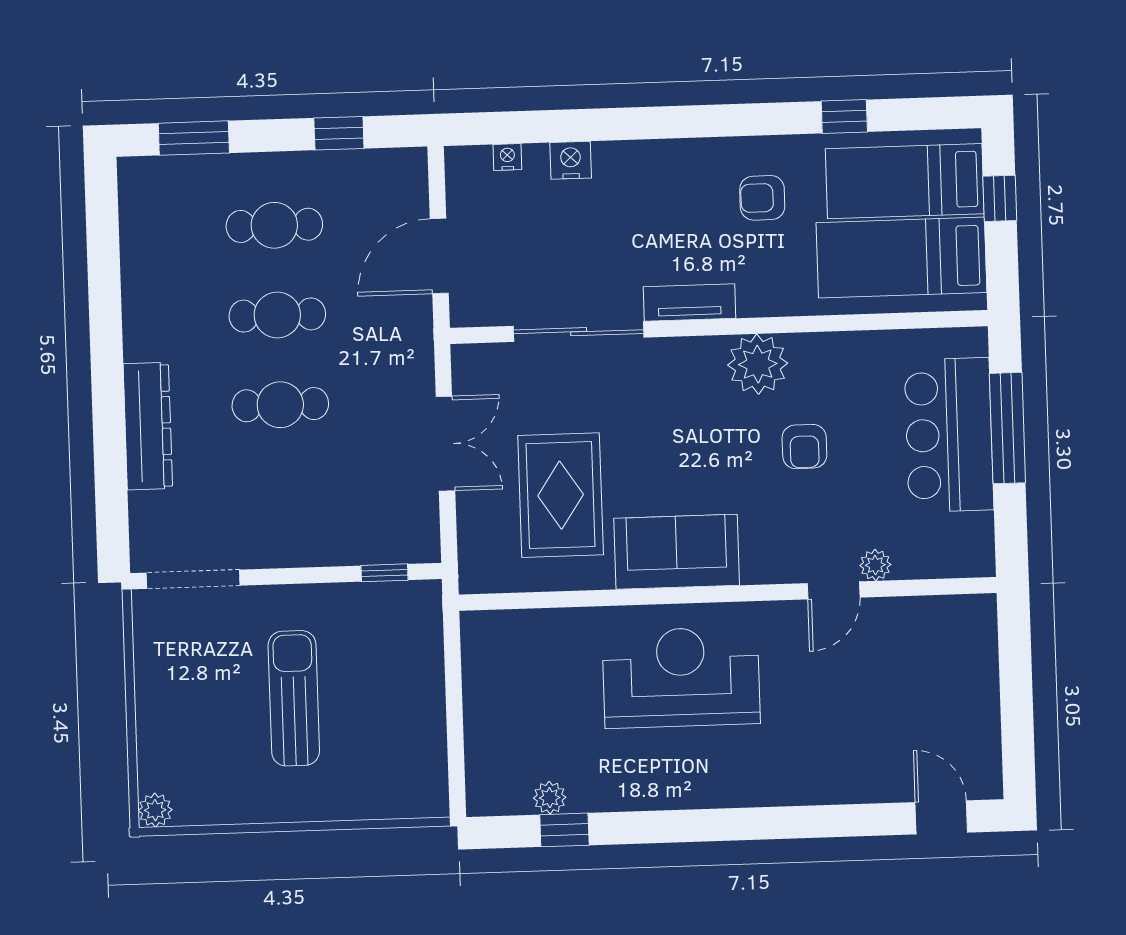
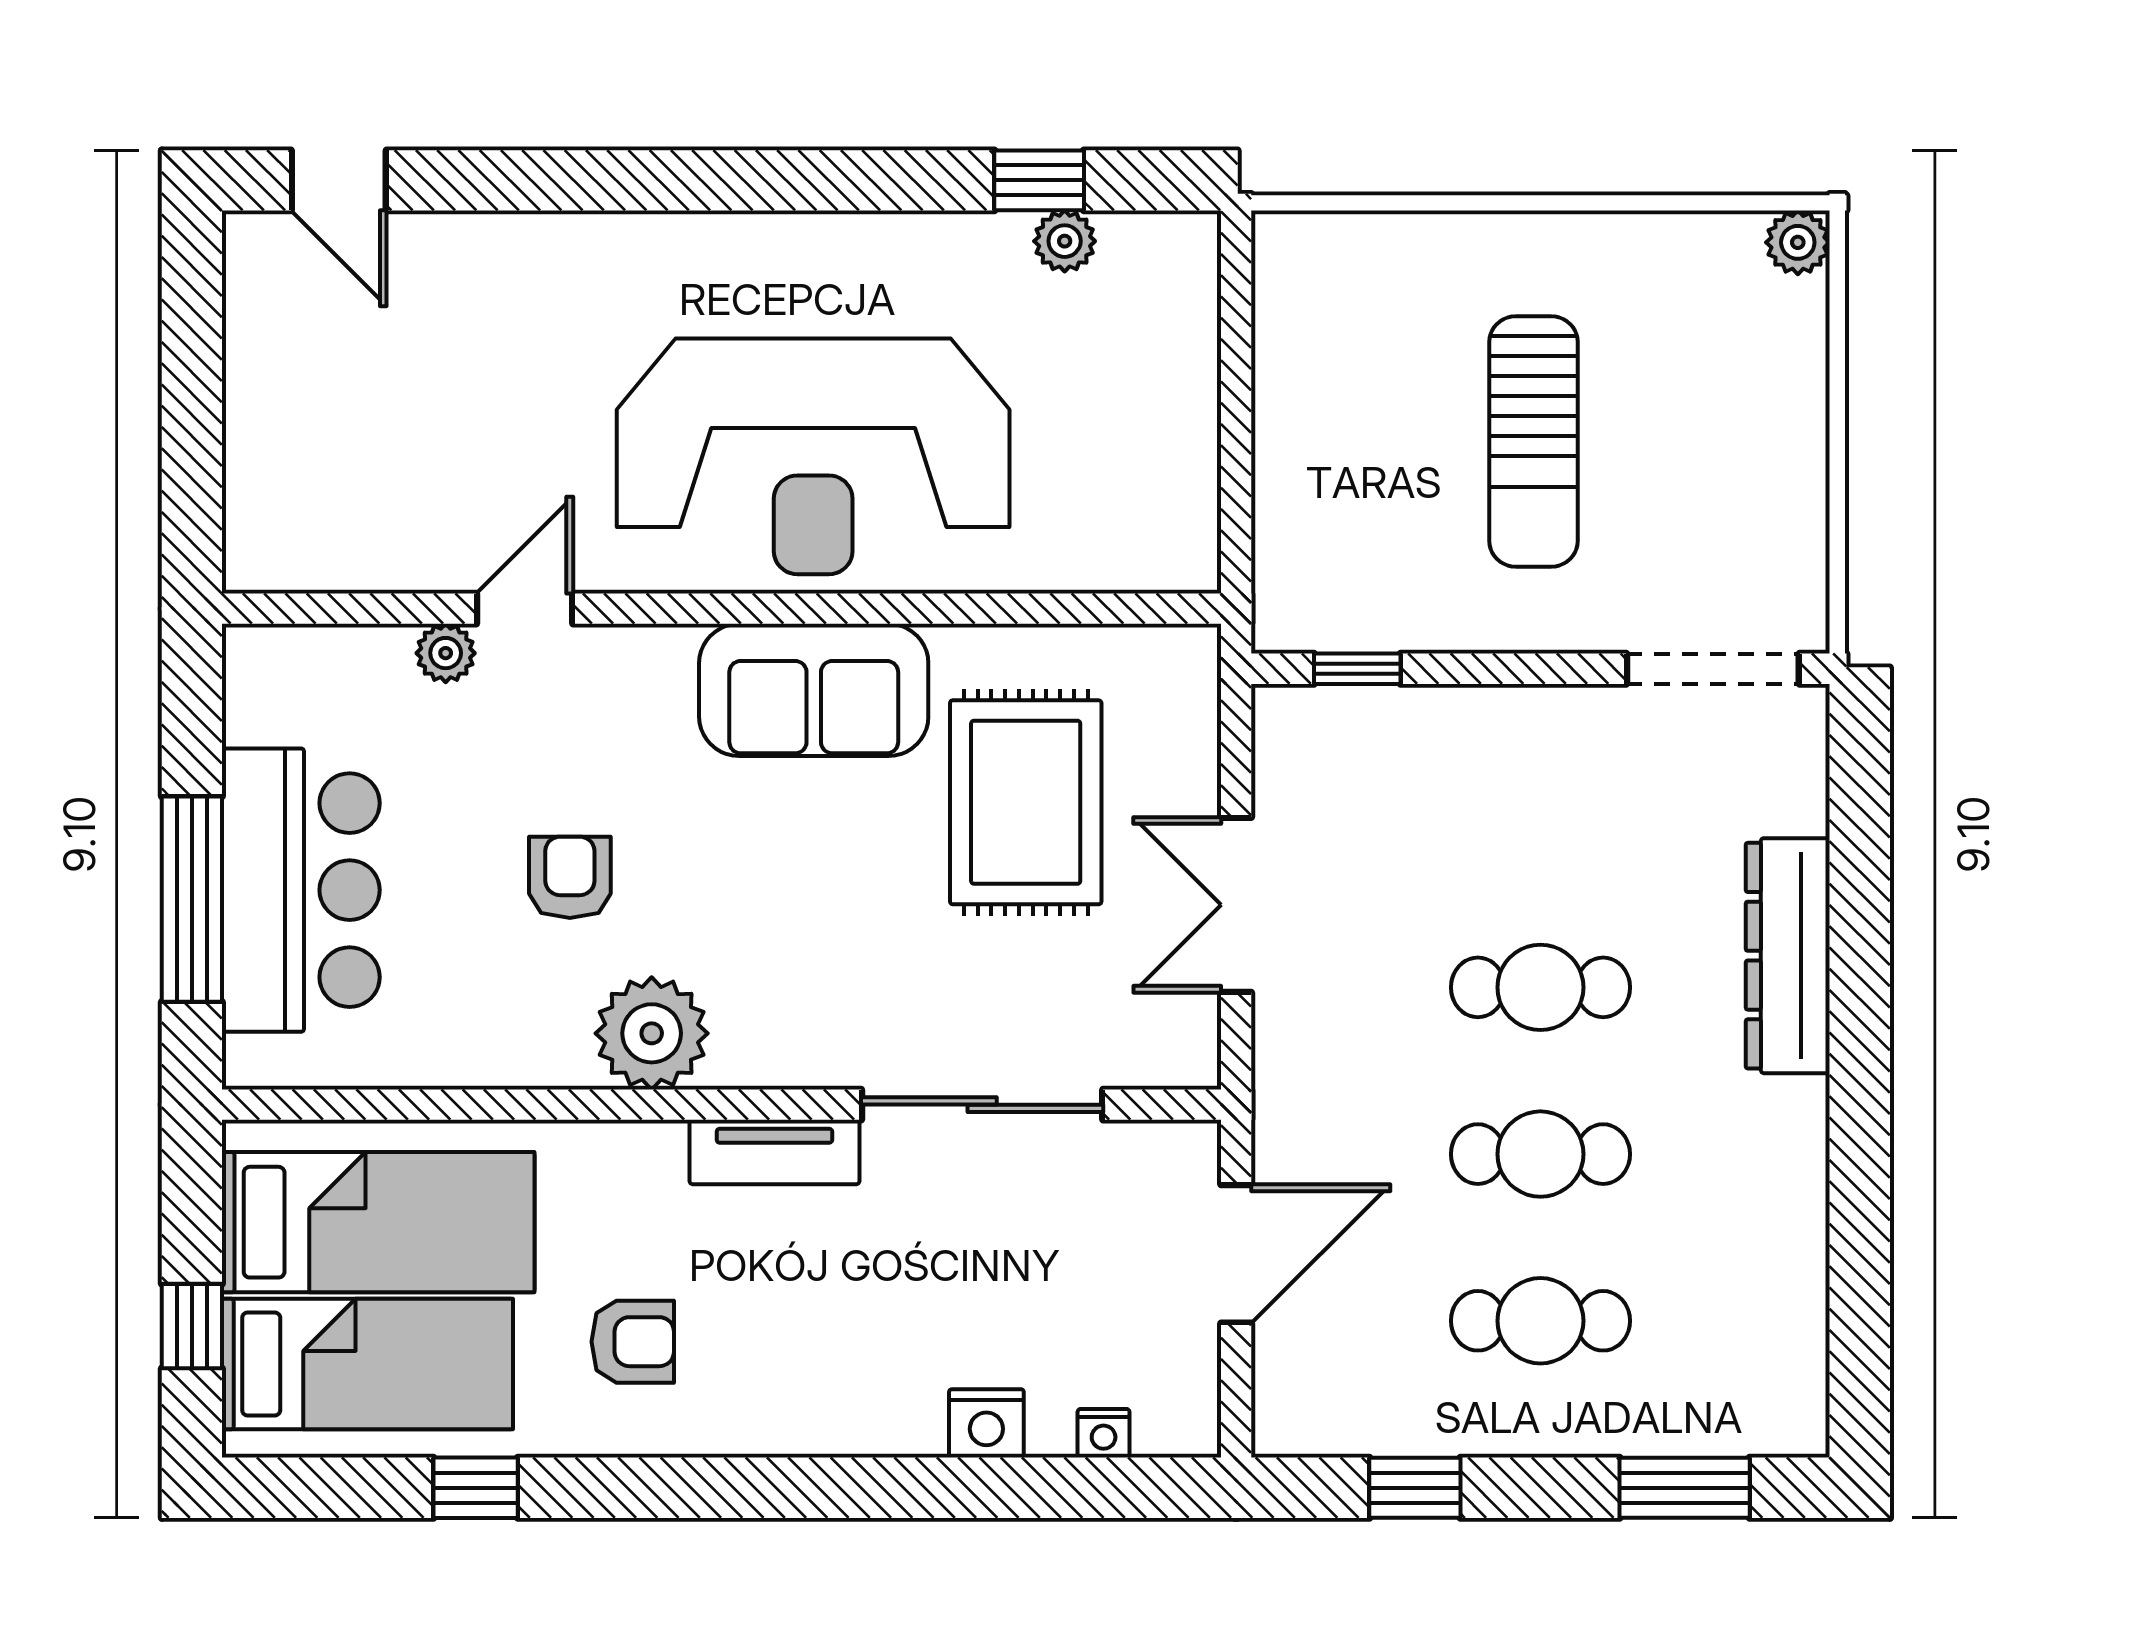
reception desk: (681, 677) -> (813, 456), width x1.36, depth x1.30

